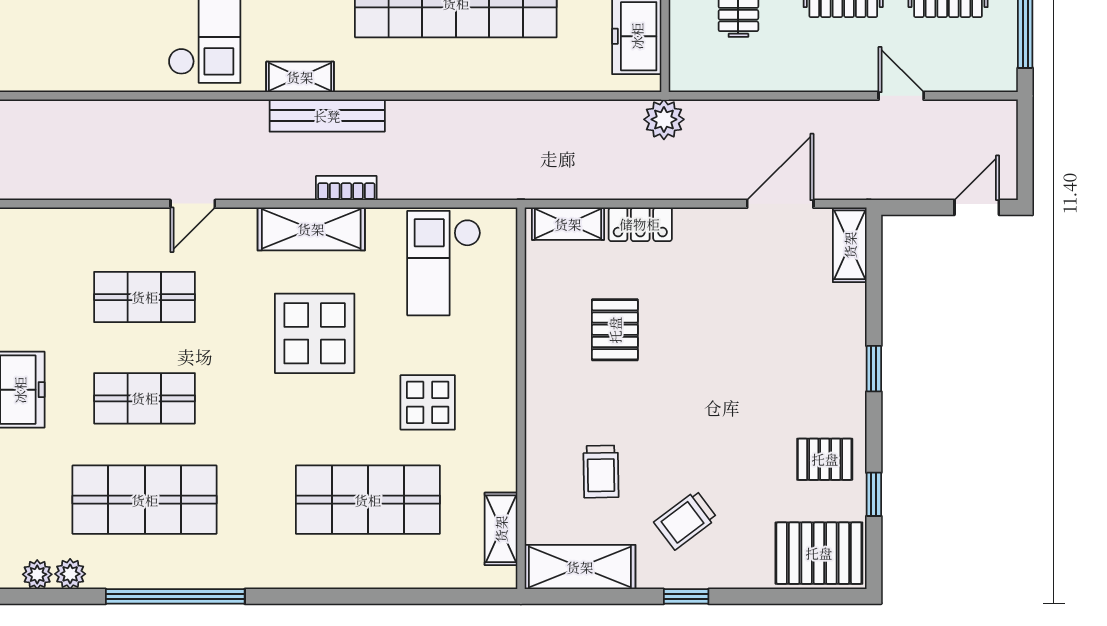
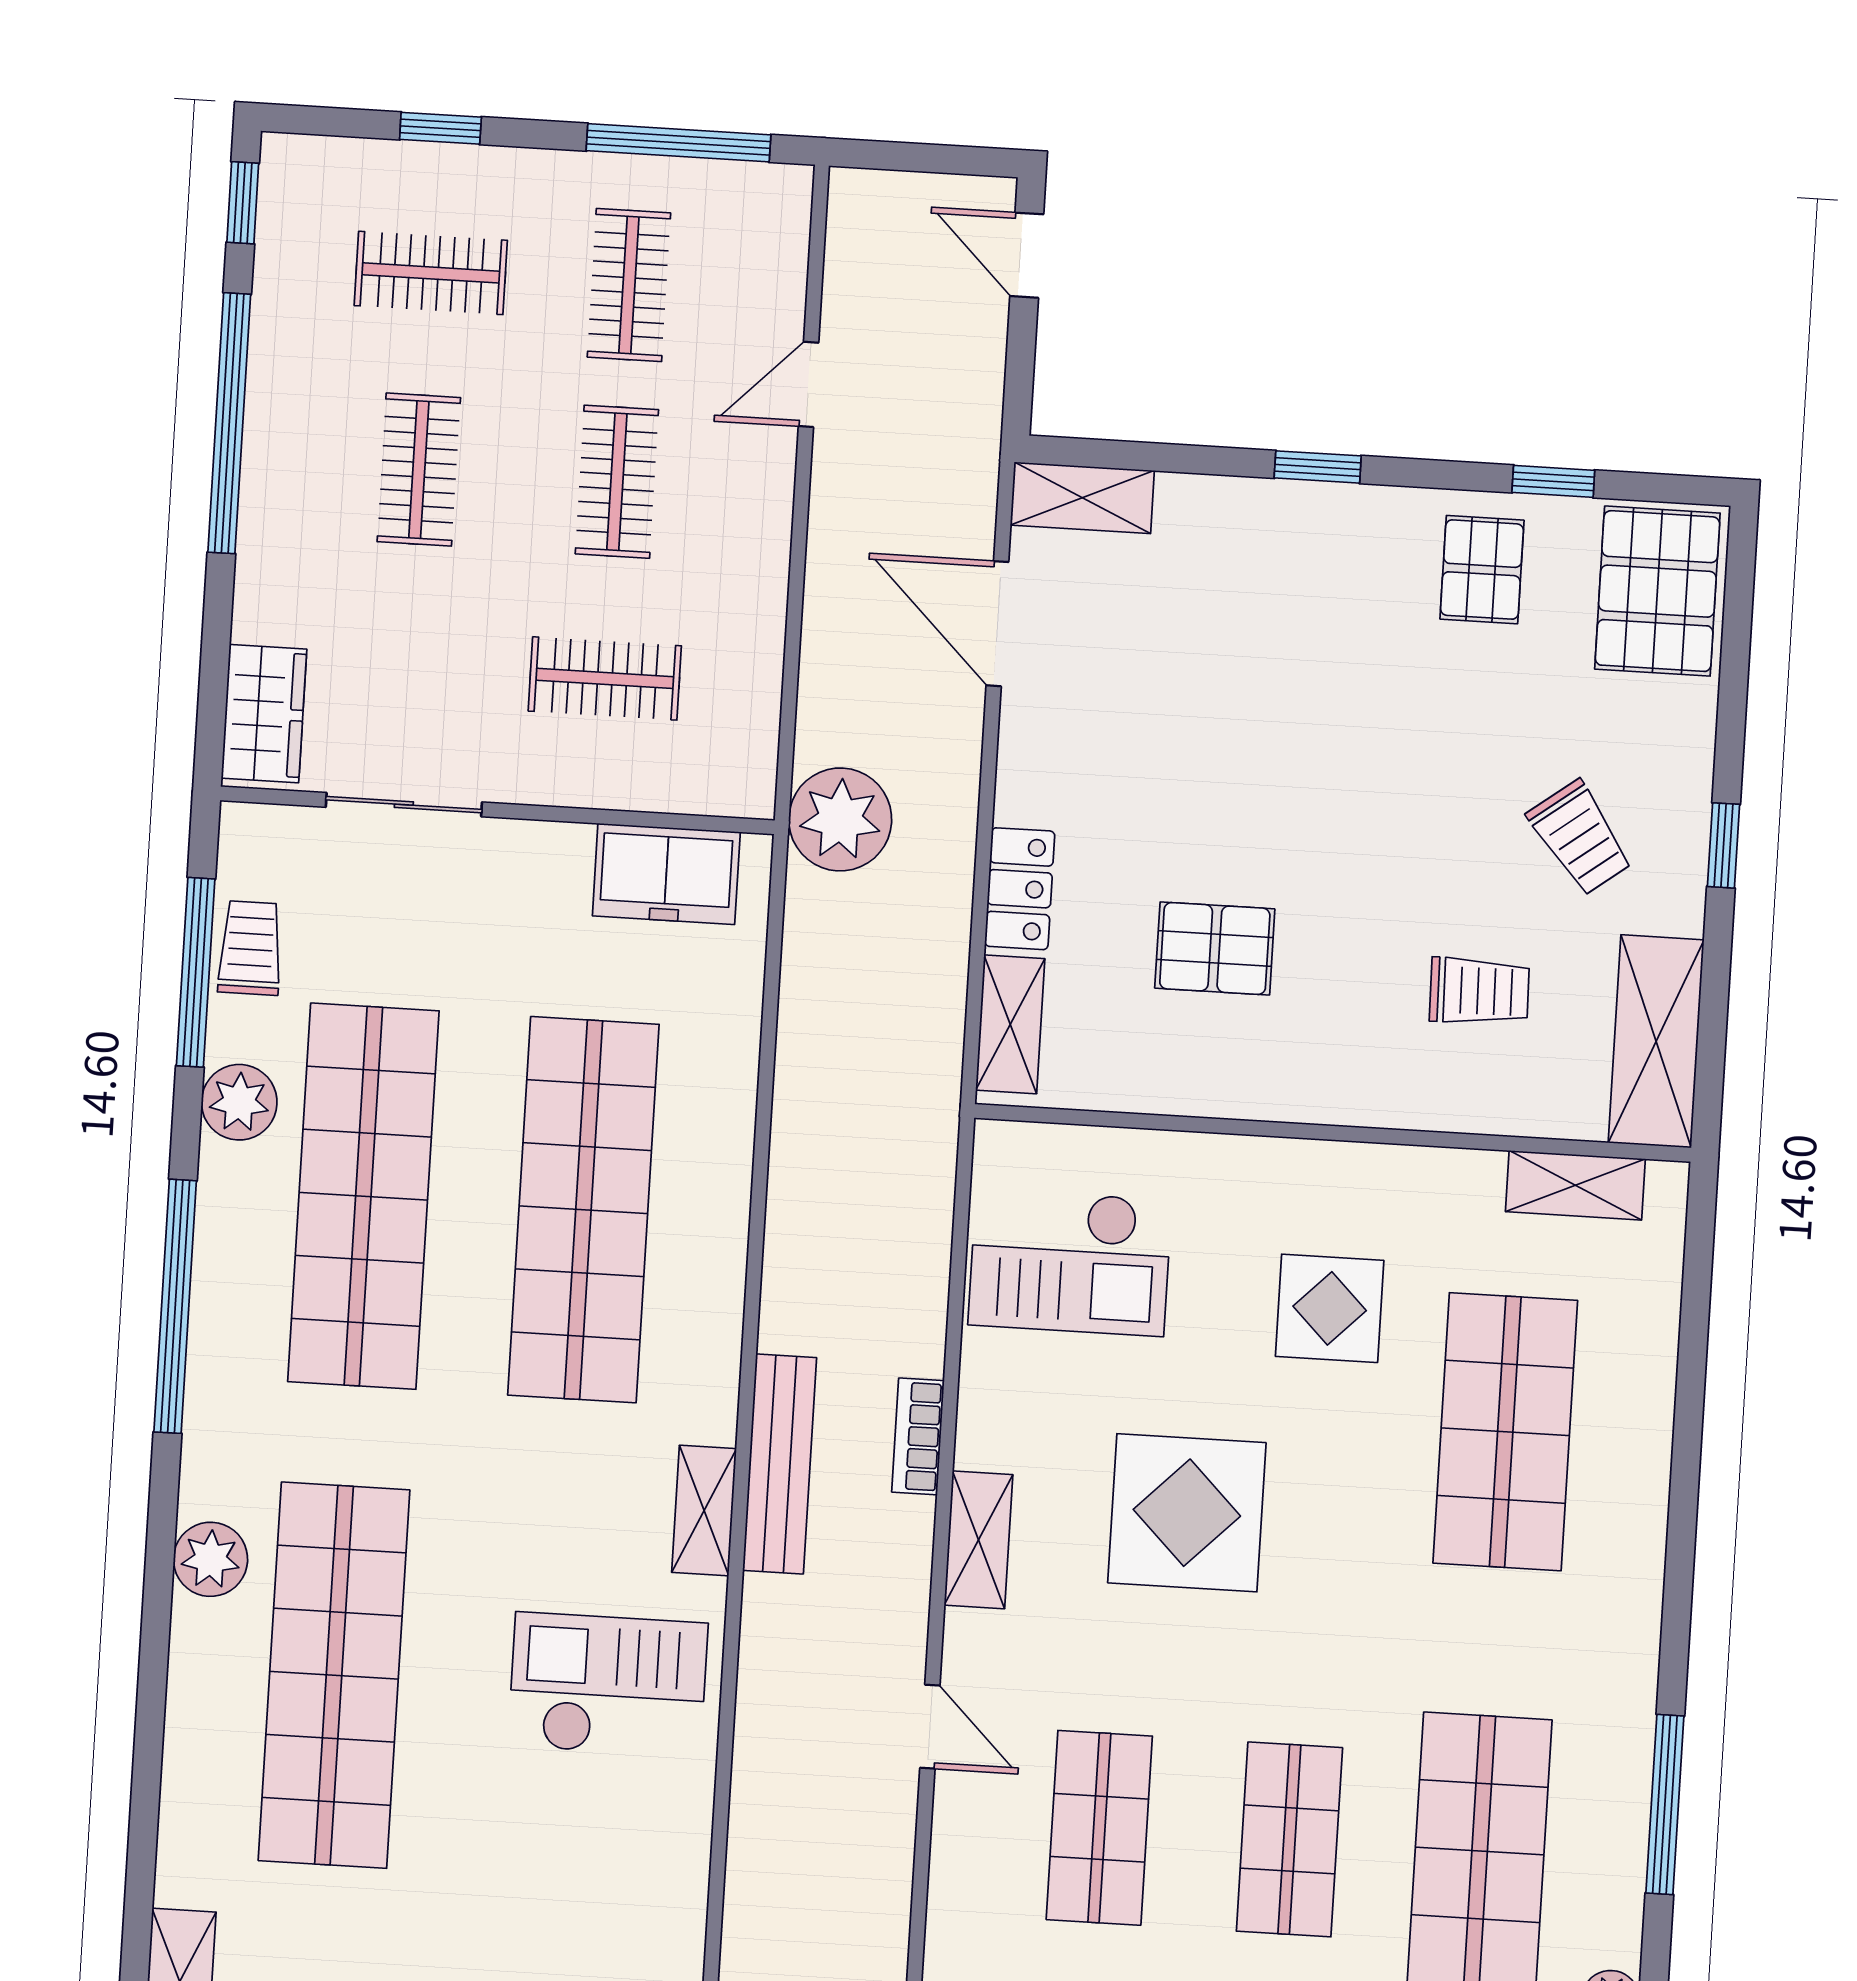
plant: (664, 119) -> (840, 819), width x1.36, depth x1.36
shelving: (311, 229) -> (978, 1540), width x0.67, depth x0.75
window: (175, 596) -> (1665, 1805), width x0.68

